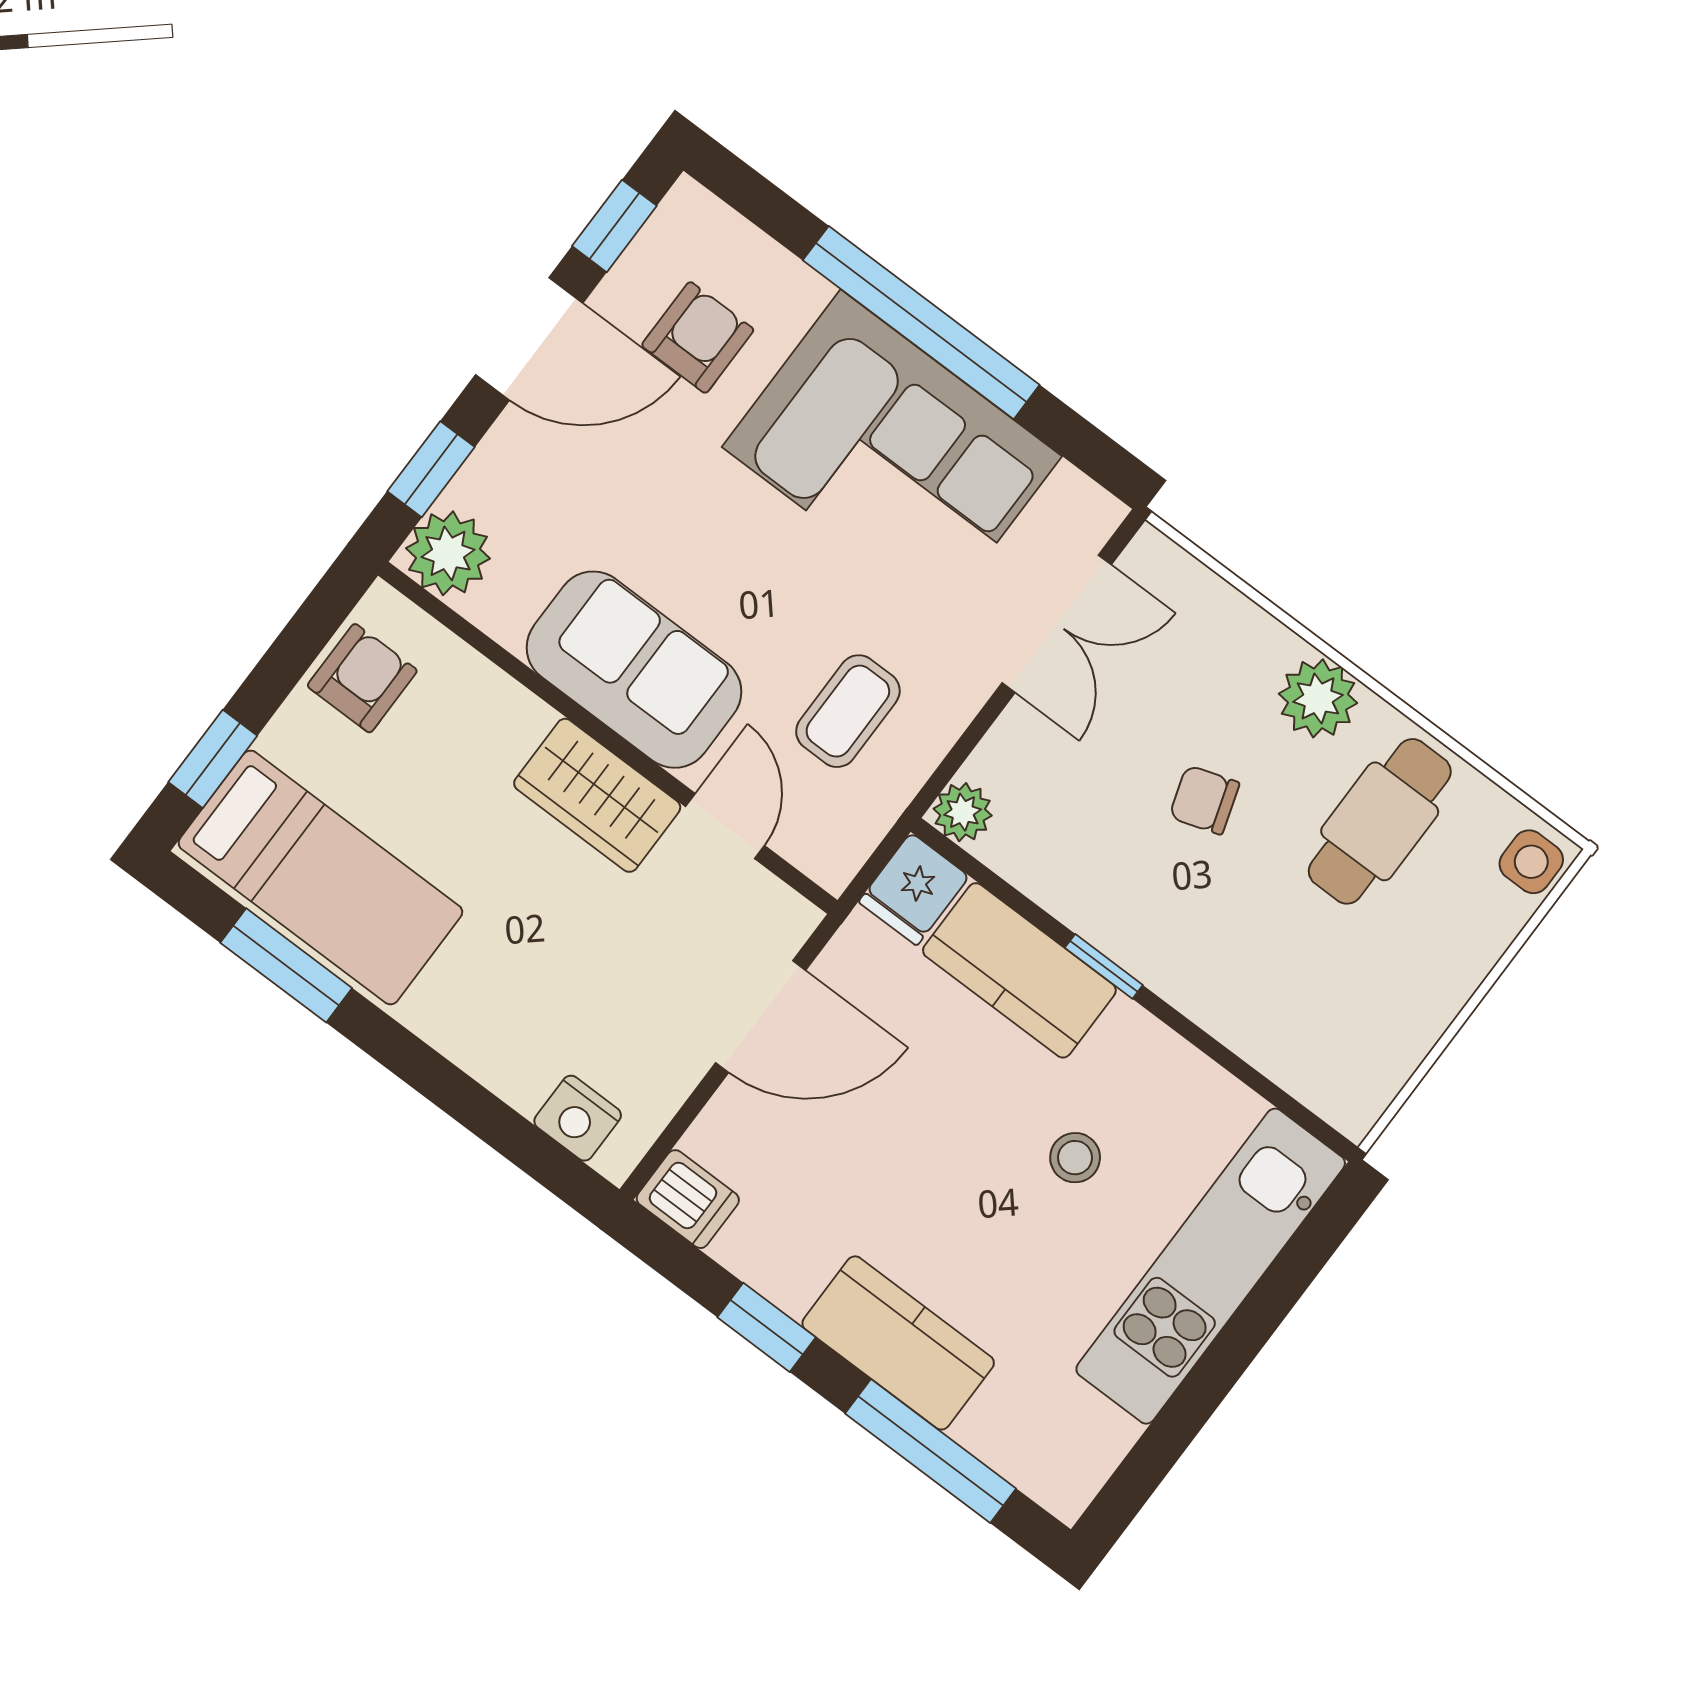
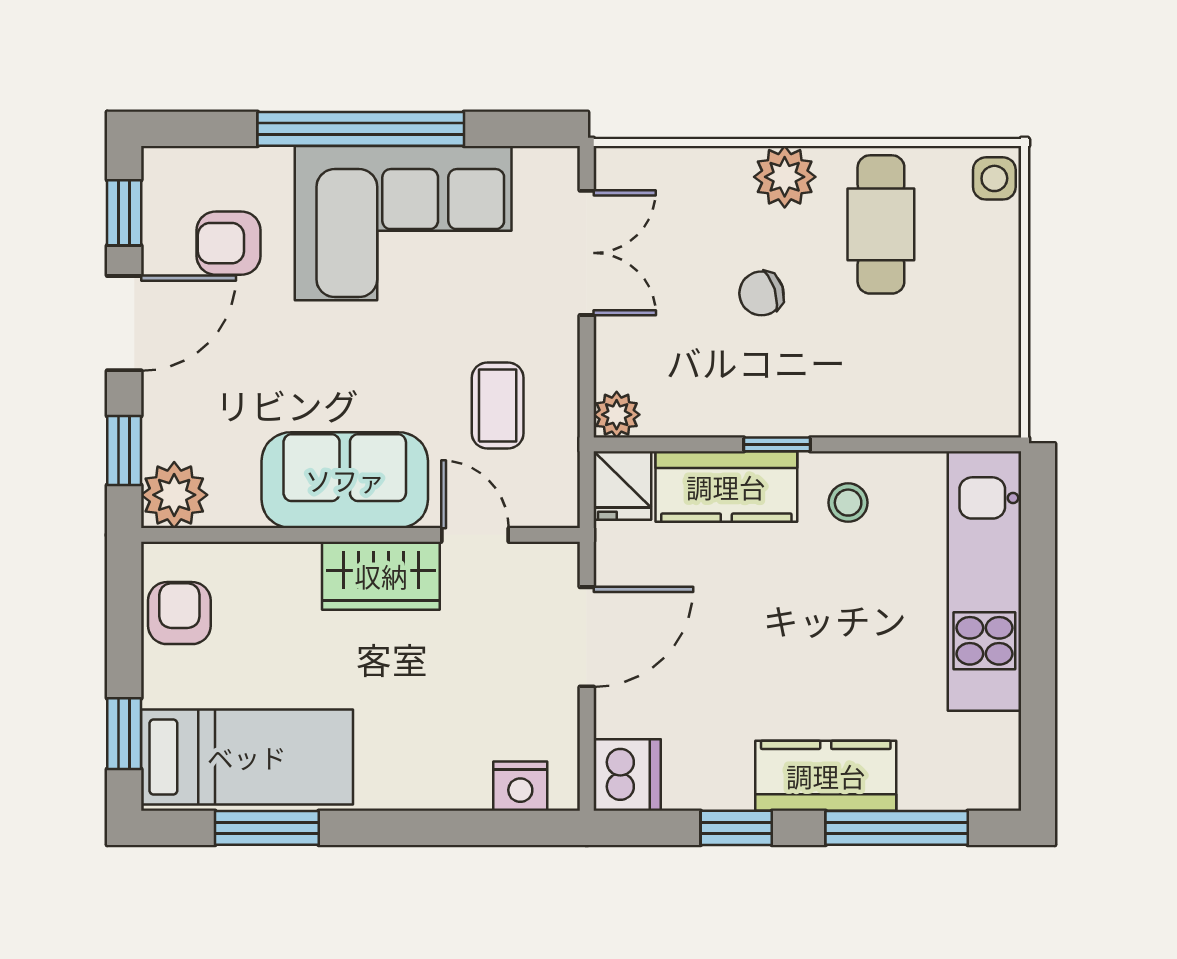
armchair: (698, 337) -> (229, 243), turned -90
stool: (1075, 1158) -> (848, 503), moved
dishwasher: (688, 1199) -> (627, 775), width x1.38

